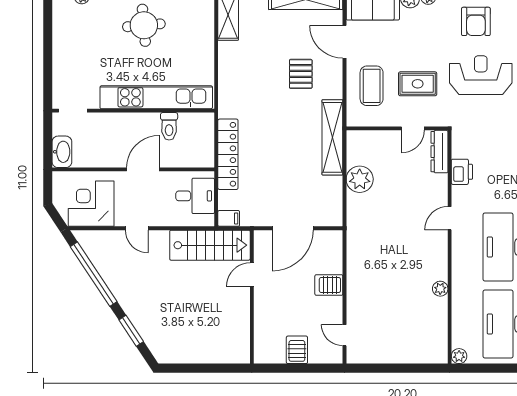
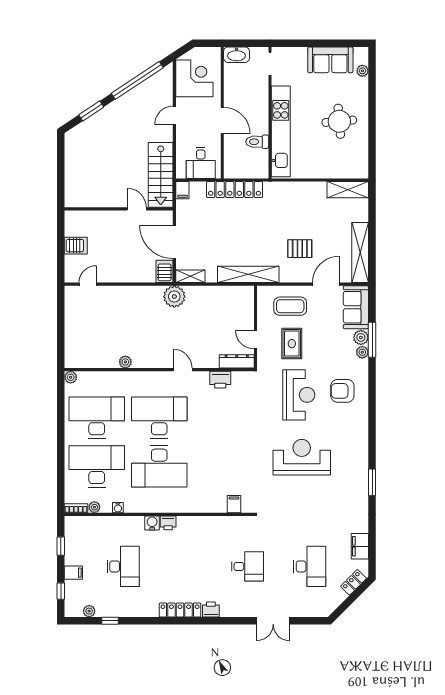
sofa: (68, 36) -> (330, 60), added
plant: (360, 179) -> (174, 297), moved
shelving: (335, 209) -> (190, 276), added
server rack: (329, 285) -> (165, 271), moved

